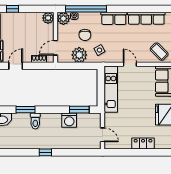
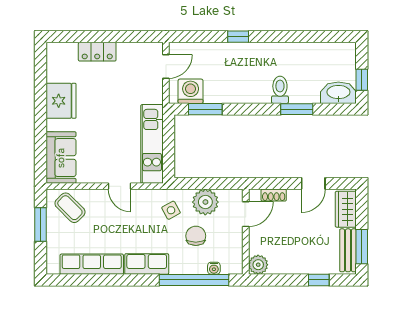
plant: (63, 19) -> (232, 264), removed
washing machine: (69, 120) -> (191, 91), moved
door: (103, 135) -> (166, 66), swing flipped
window: (45, 152) -> (238, 37), moved

